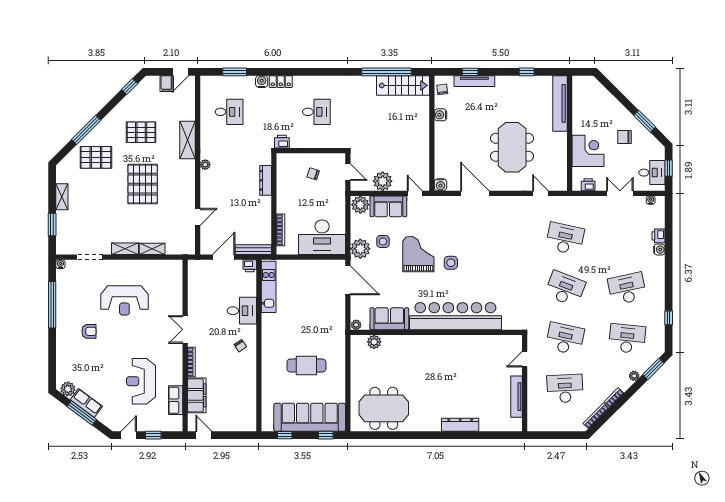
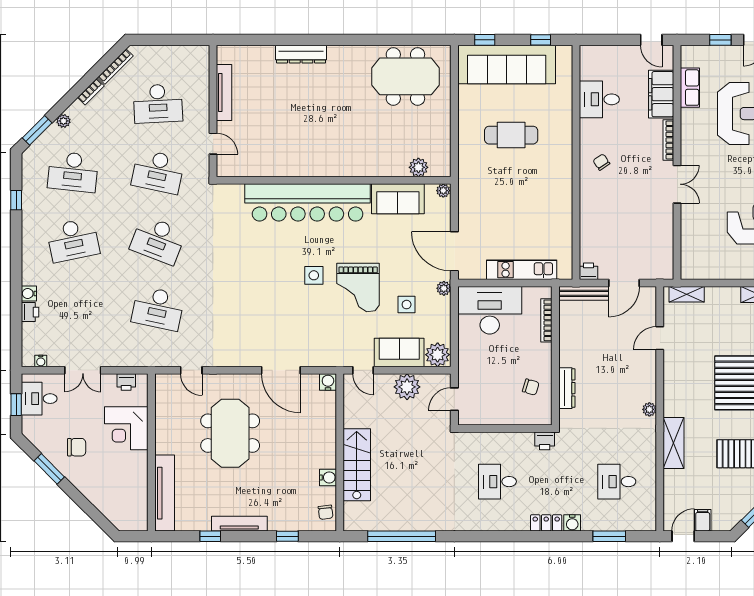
tv unit: (474, 81) -> (239, 524), moved
stairs: (403, 85) -> (357, 465), moved, turned 90
door: (348, 172) -> (454, 399), hinge flipped
chair: (313, 174) -> (531, 387), moved
shelving: (152, 249) -> (687, 294), moved
plant: (360, 249) -> (444, 288), width x0.53, depth x0.53
kitchen unit: (269, 287) -> (522, 270), moved, turned 90
desk: (242, 311) -> (599, 99), moved
door: (525, 359) -> (213, 144), hinge flipped

